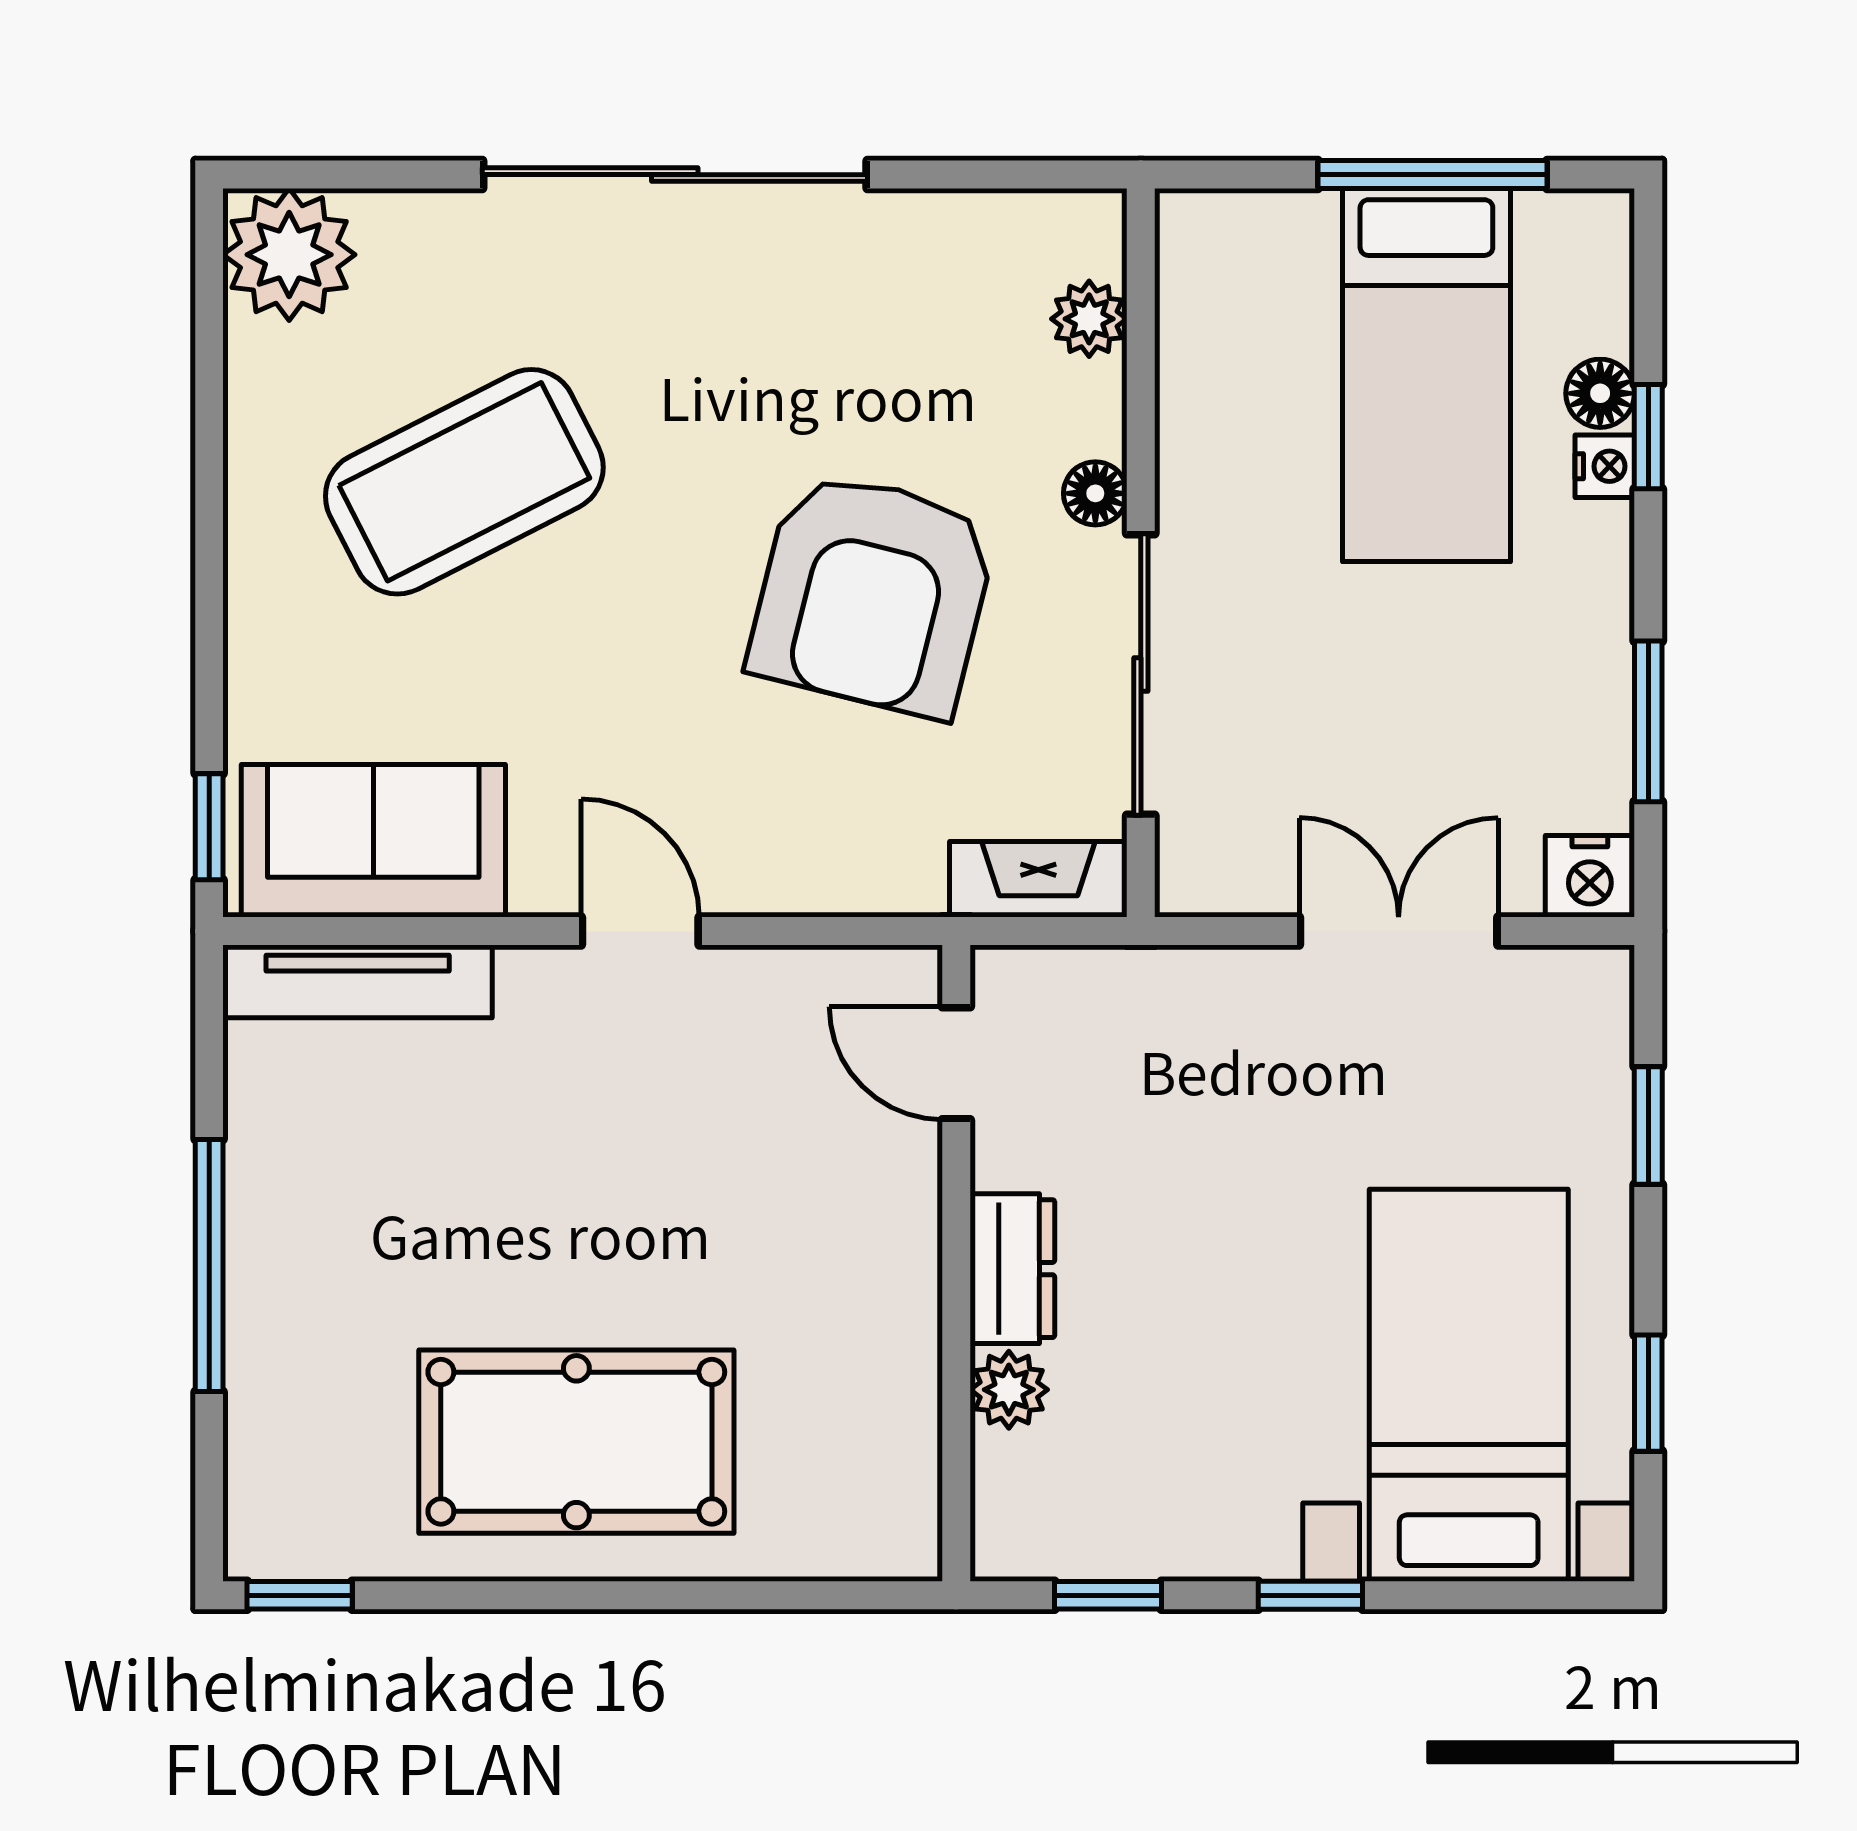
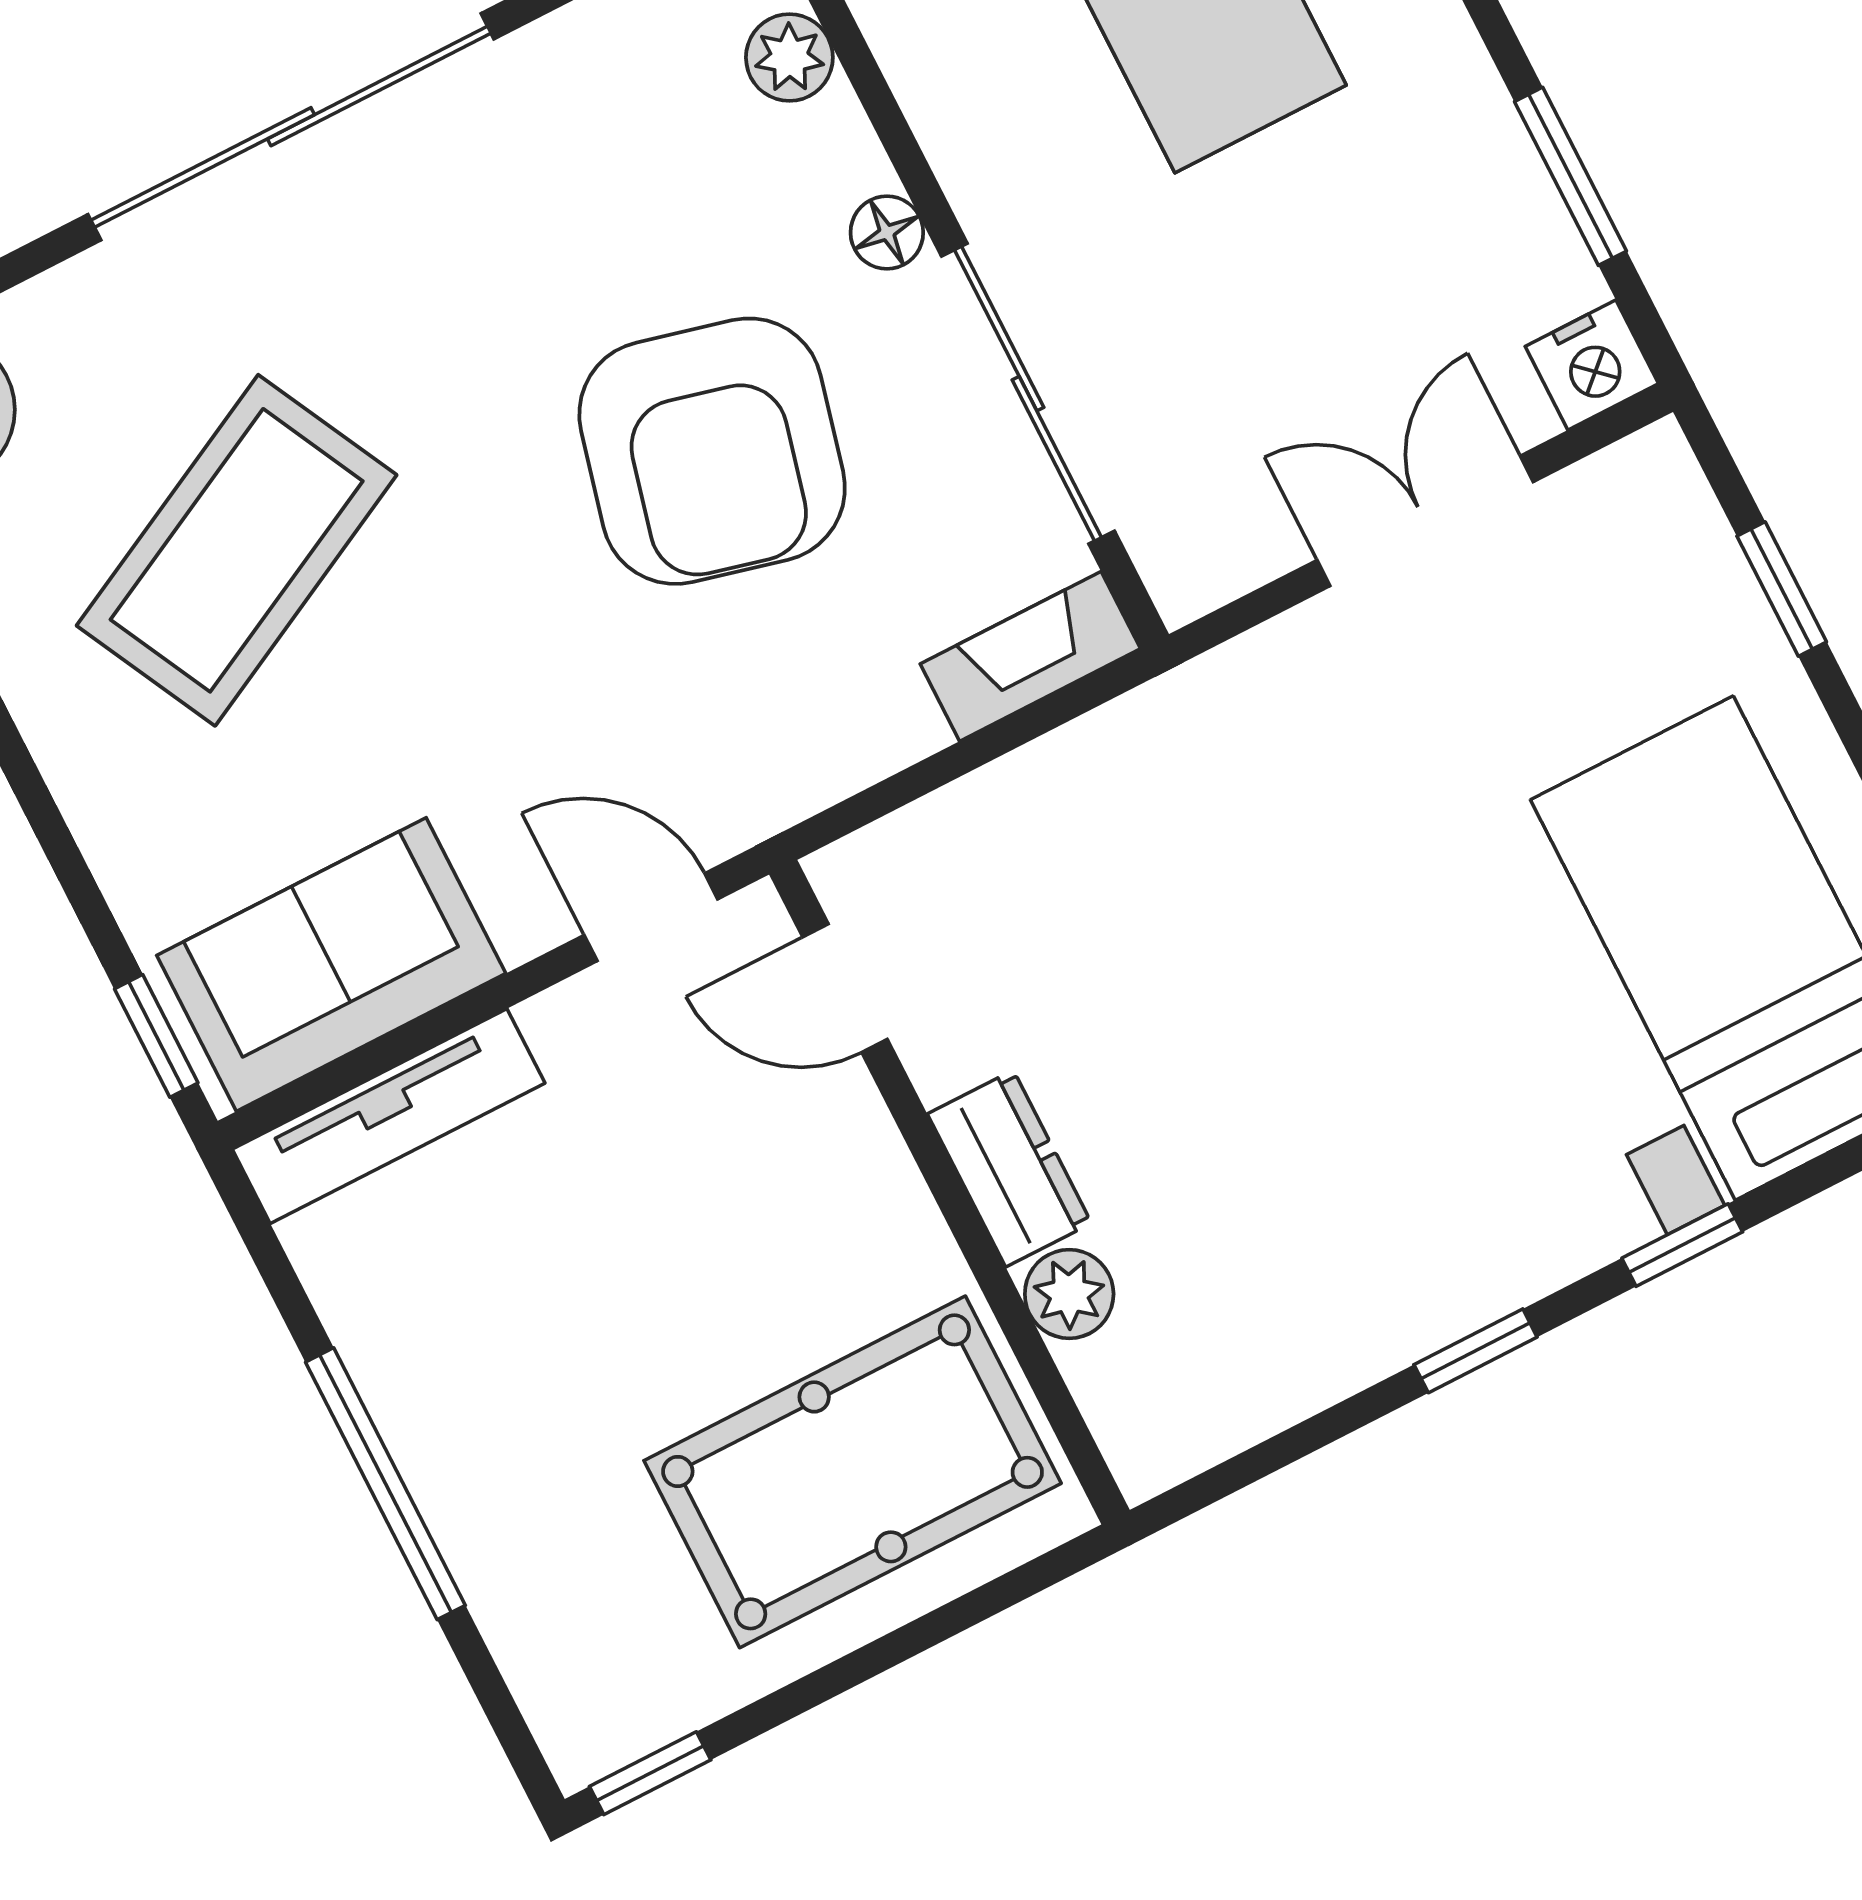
door: (956, 1063) -> (845, 988), moved
wall: (956, 1263) -> (949, 1192), moved
dresser: (1012, 1269) -> (1009, 1169), moved
plant: (1009, 1390) -> (1069, 1294), moved

